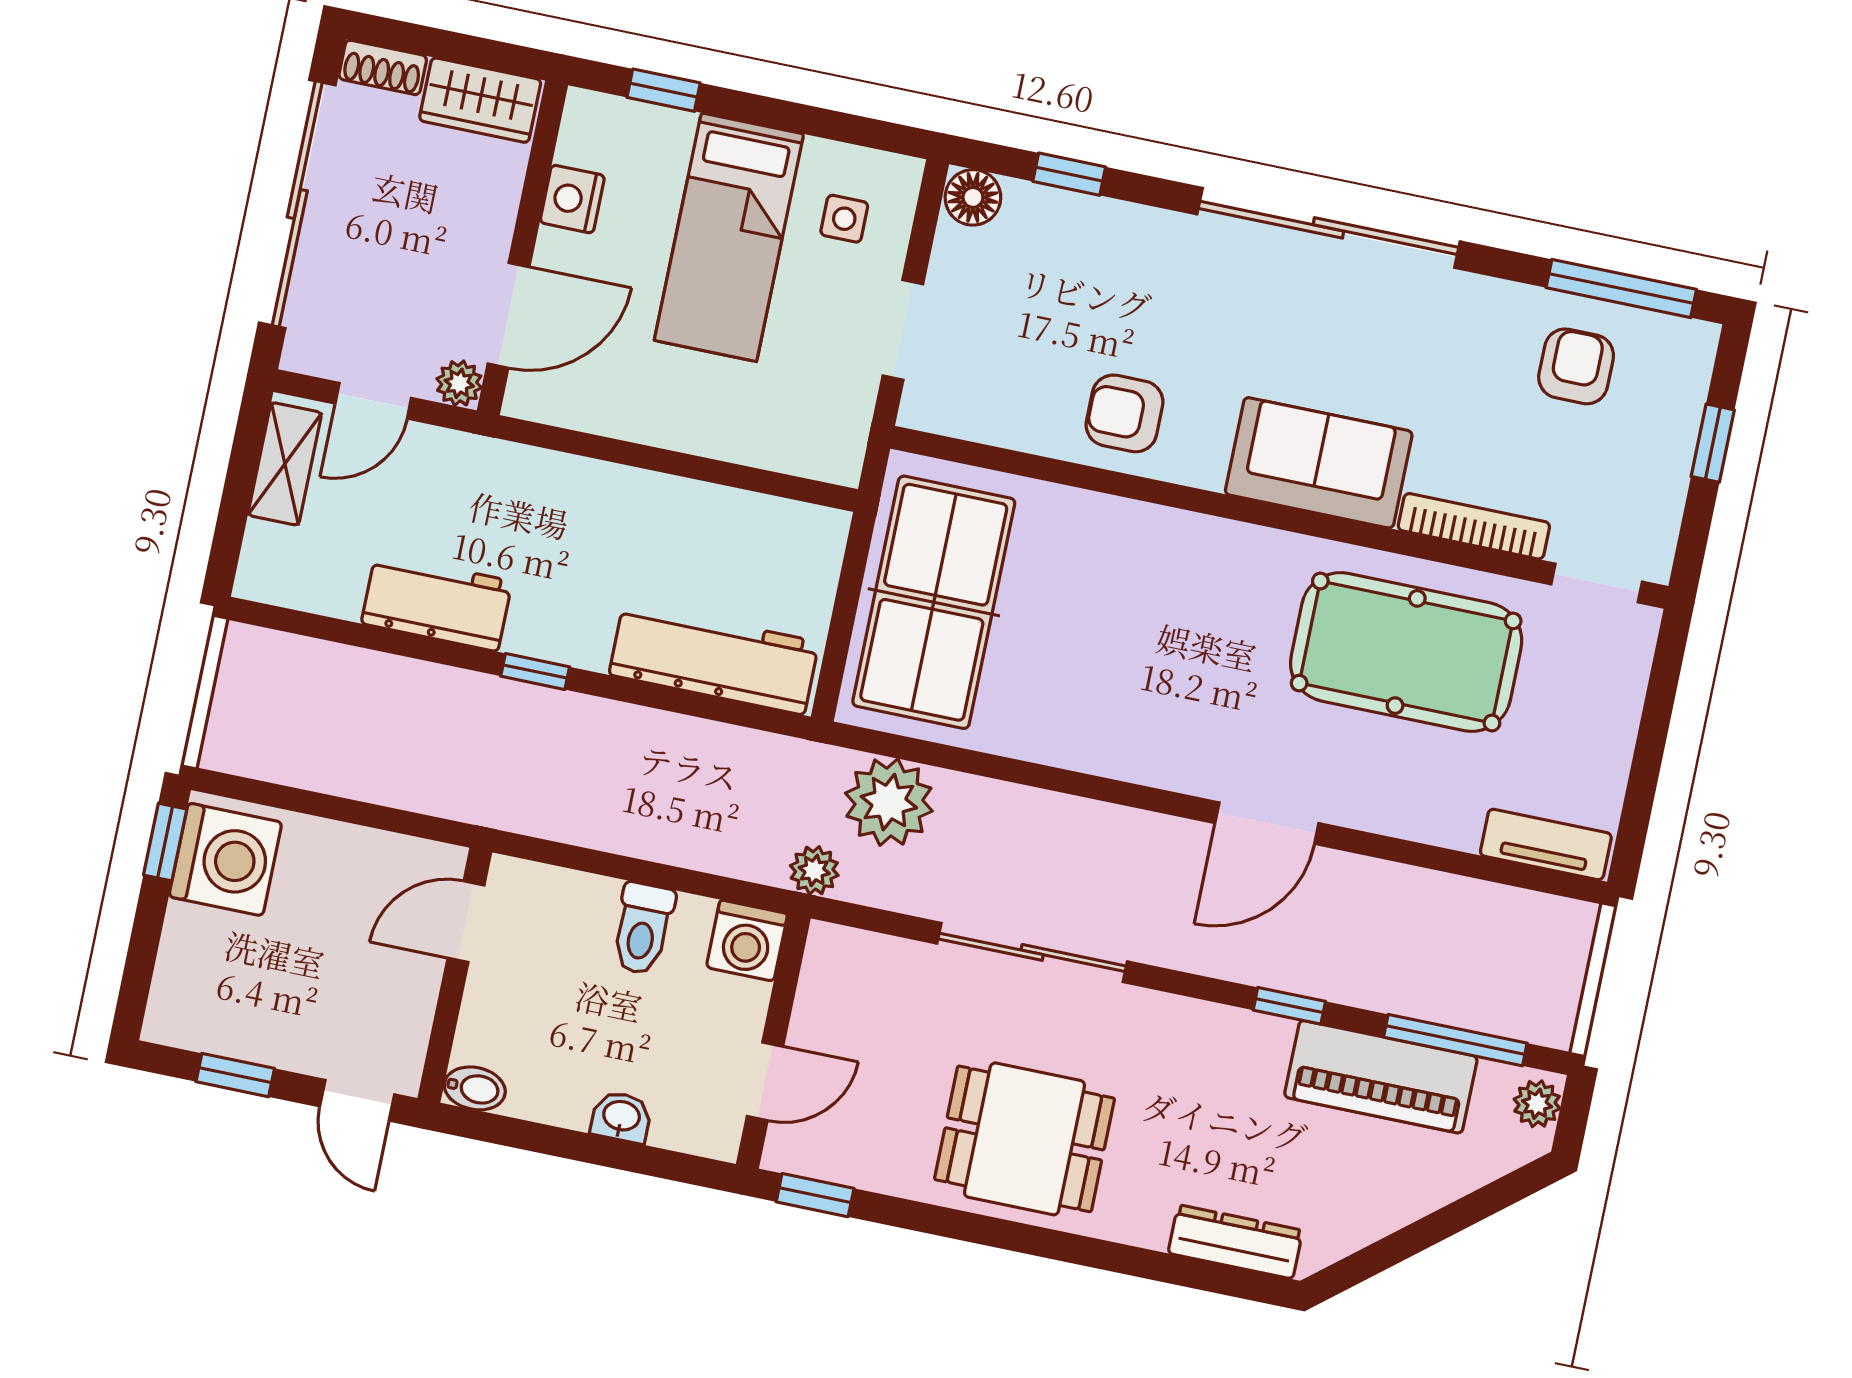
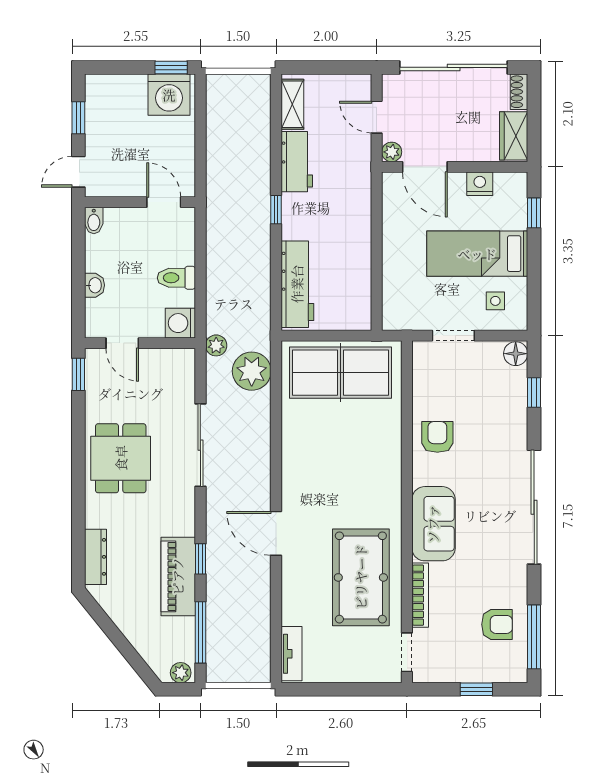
shelving: (285, 464) -> (292, 104), moved, turned 90
piano: (1381, 1077) -> (178, 576), moved

